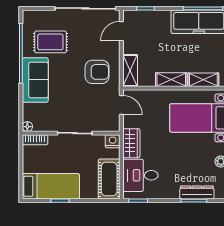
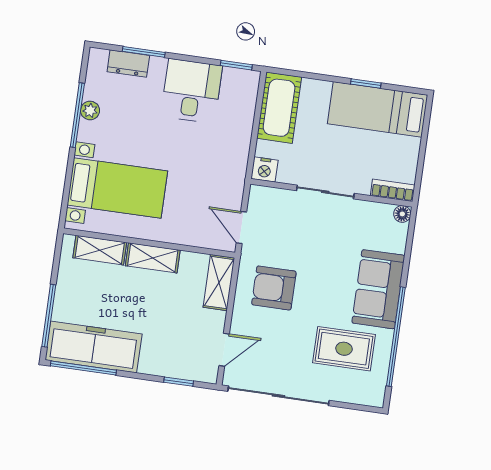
wardrobe: (131, 143) -> (234, 162), removed
desk: (140, 175) -> (192, 91), moved, turned -90
dresser: (197, 192) -> (128, 64), width x0.70

